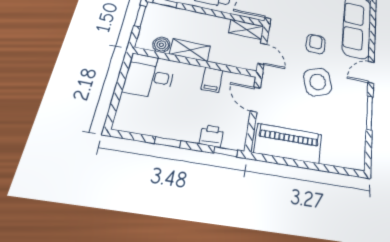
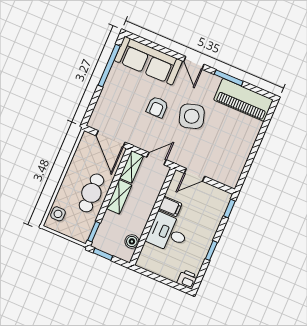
armchair: (316, 44) -> (157, 107), turned -90
shelving: (190, 50) -> (119, 197), moved
desk: (149, 76) -> (168, 233), moved, turned 90
printer: (212, 136) -> (187, 279), moved, turned 90
piano: (288, 143) -> (243, 100), moved, turned -90

